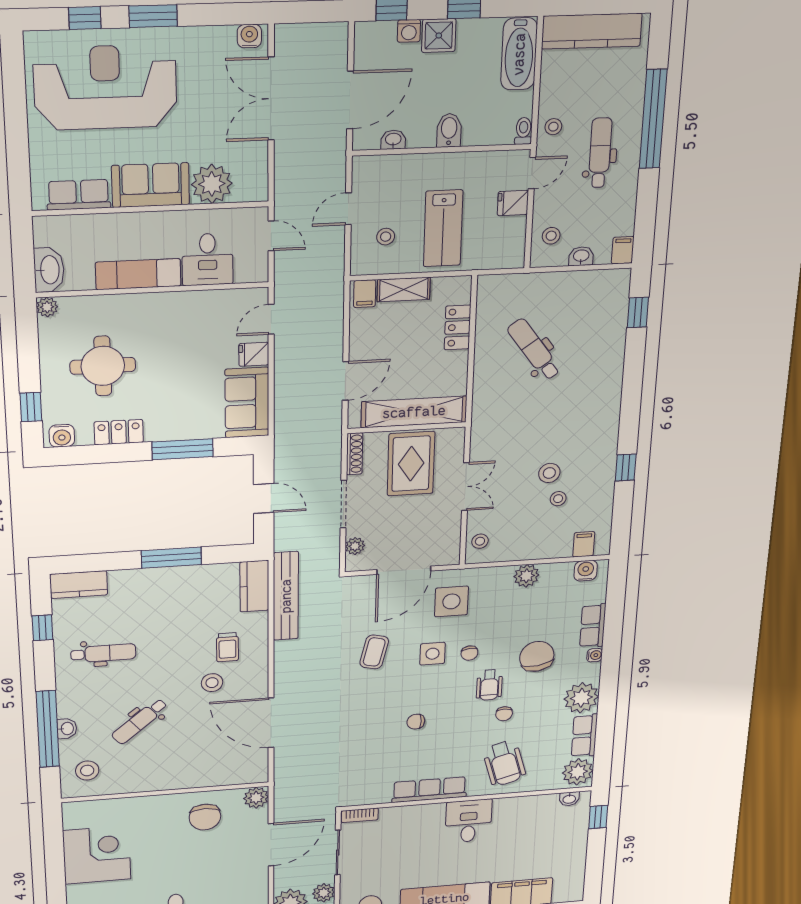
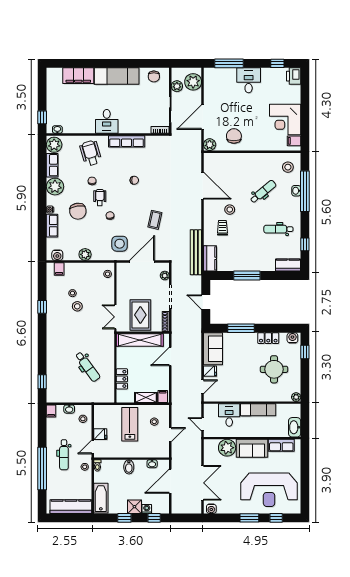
washbasin: (49, 270) -> (295, 427), moved
double door: (466, 487) -> (115, 317), moved
side table: (432, 654) -> (128, 217), removed
filing cabinet: (76, 819) -> (294, 141), added

